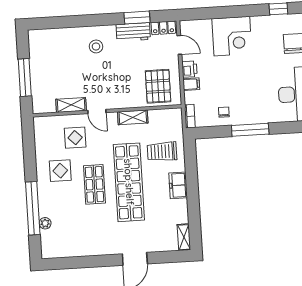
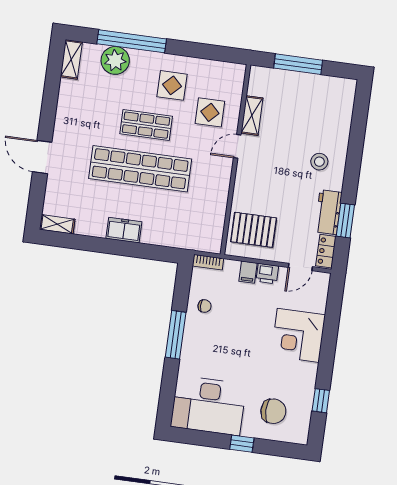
shelving: (133, 117) -> (71, 59), moved
trolley: (162, 152) -> (170, 218), removed
plant: (45, 223) -> (115, 60), width x1.88, depth x1.88

